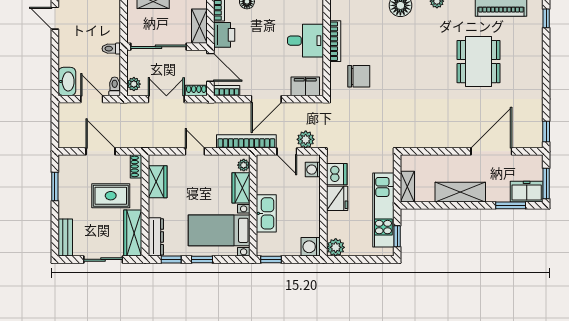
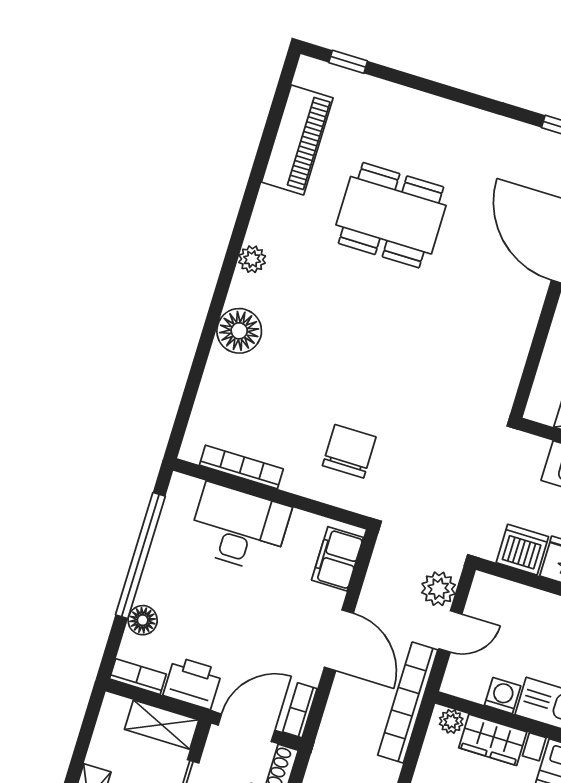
desk: (306, 41) -> (239, 528), width x1.37
bookcase: (335, 41) -> (241, 467), moved
washing machine: (313, 170) -> (503, 696), moved, turned 180

